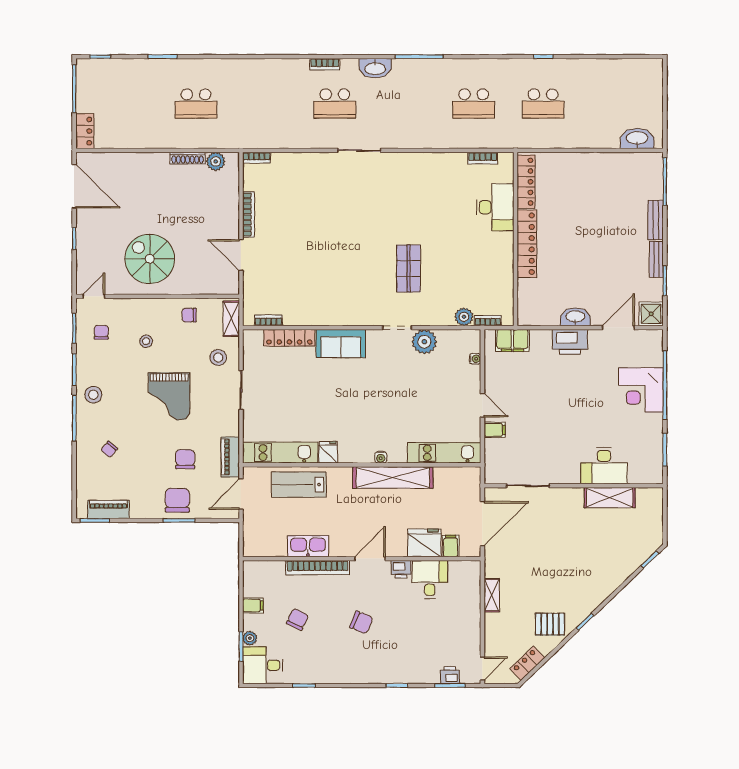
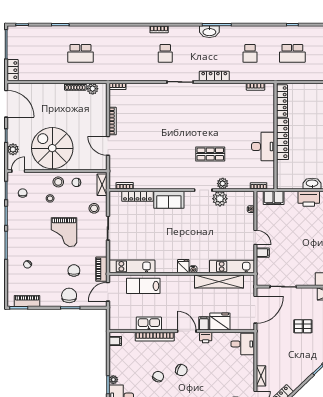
washbasin: (375, 68) -> (209, 32), moved
school desk: (335, 104) -> (165, 53), width x0.54
school desk: (474, 104) -> (250, 53), width x0.54
locker: (415, 141) -> (214, 76), added
desk: (495, 207) -> (263, 146), moved
spiral stairs: (150, 259) -> (52, 148), width x1.37, depth x1.37
plant: (85, 261) -> (13, 149), added
shop shelf: (409, 268) -> (210, 154), turned 90
plant: (464, 317) -> (223, 184), moved
stool: (93, 395) -> (58, 182), moved
fridge: (328, 452) -> (183, 266), moved
shelving: (393, 478) -> (219, 282), moved
filing cabinet: (451, 546) -> (204, 323), moved
door: (370, 559) -> (187, 331), hinge flipped
desk: (430, 579) -> (243, 344), moved, turned 90
shelving: (492, 595) -> (261, 376), moved
filing cabinet: (253, 605) -> (115, 341), moved
chair: (297, 619) -> (158, 377), moved
pallet: (550, 624) -> (303, 326), moved

